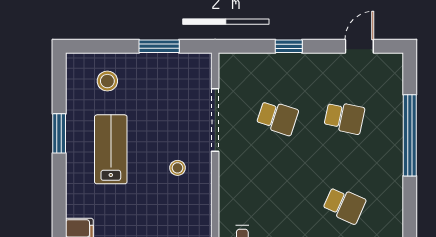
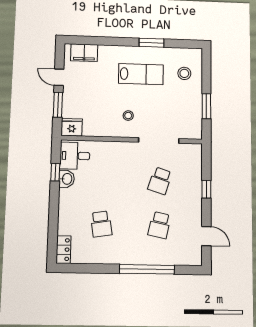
school desk: (344, 205) -> (101, 224), turned -33

